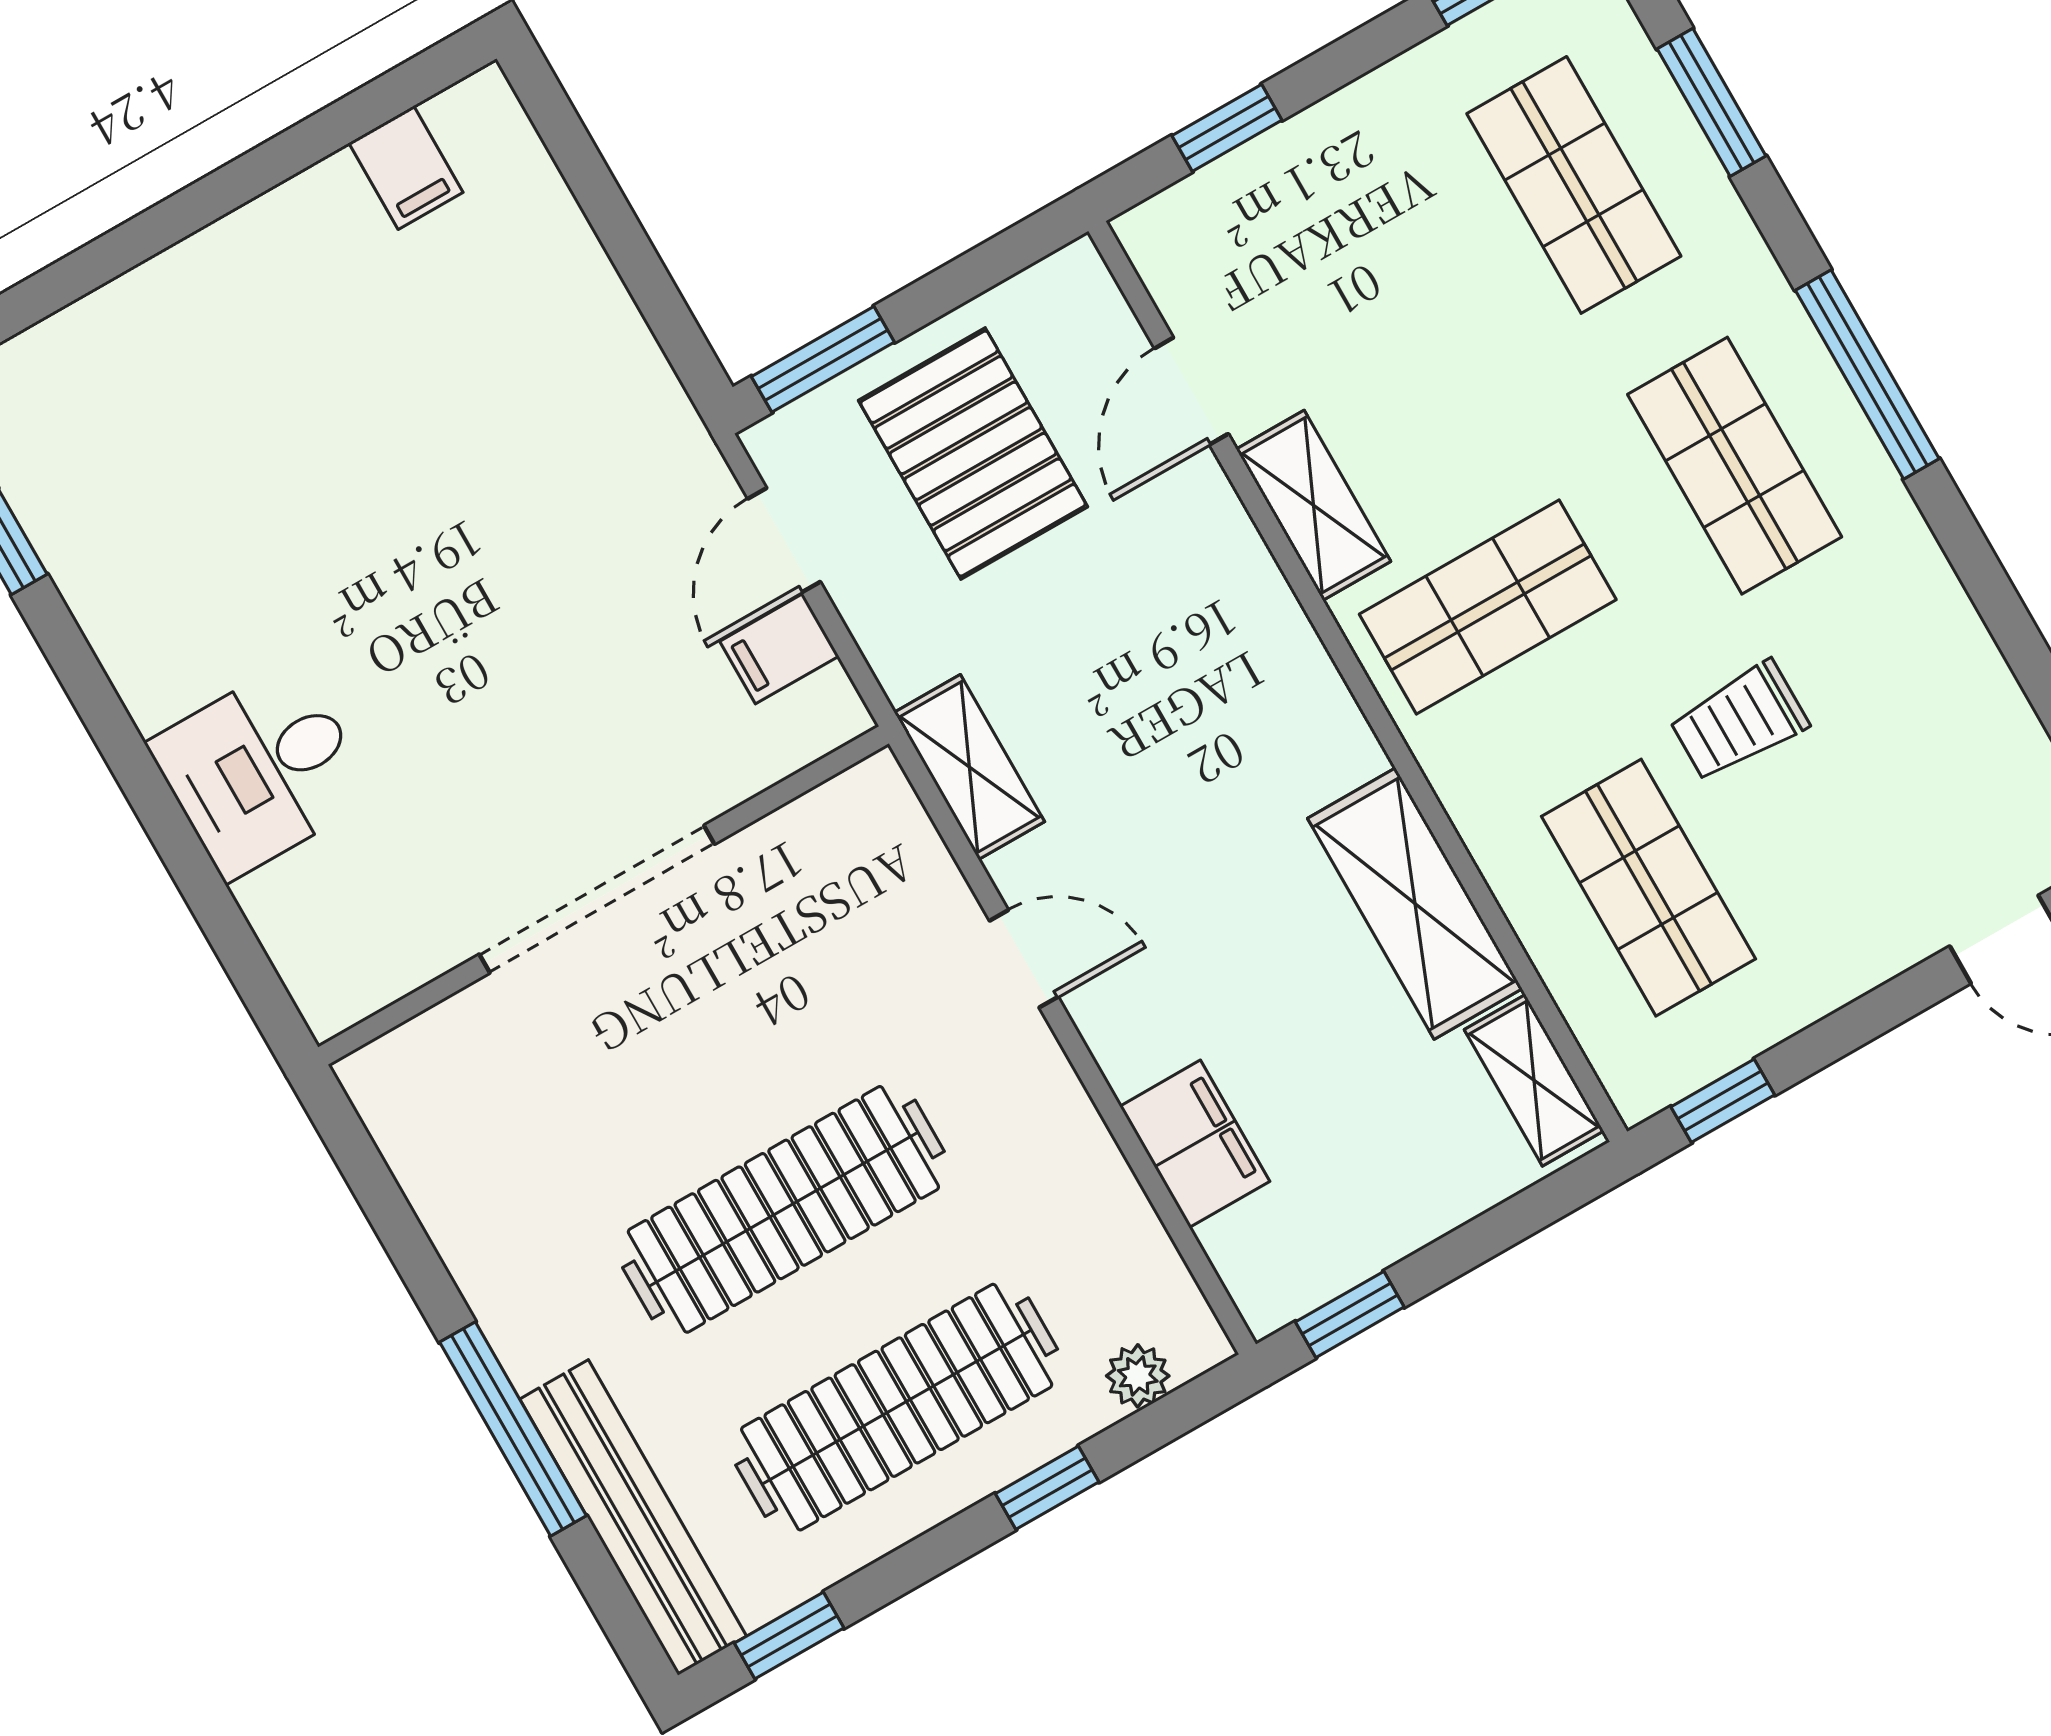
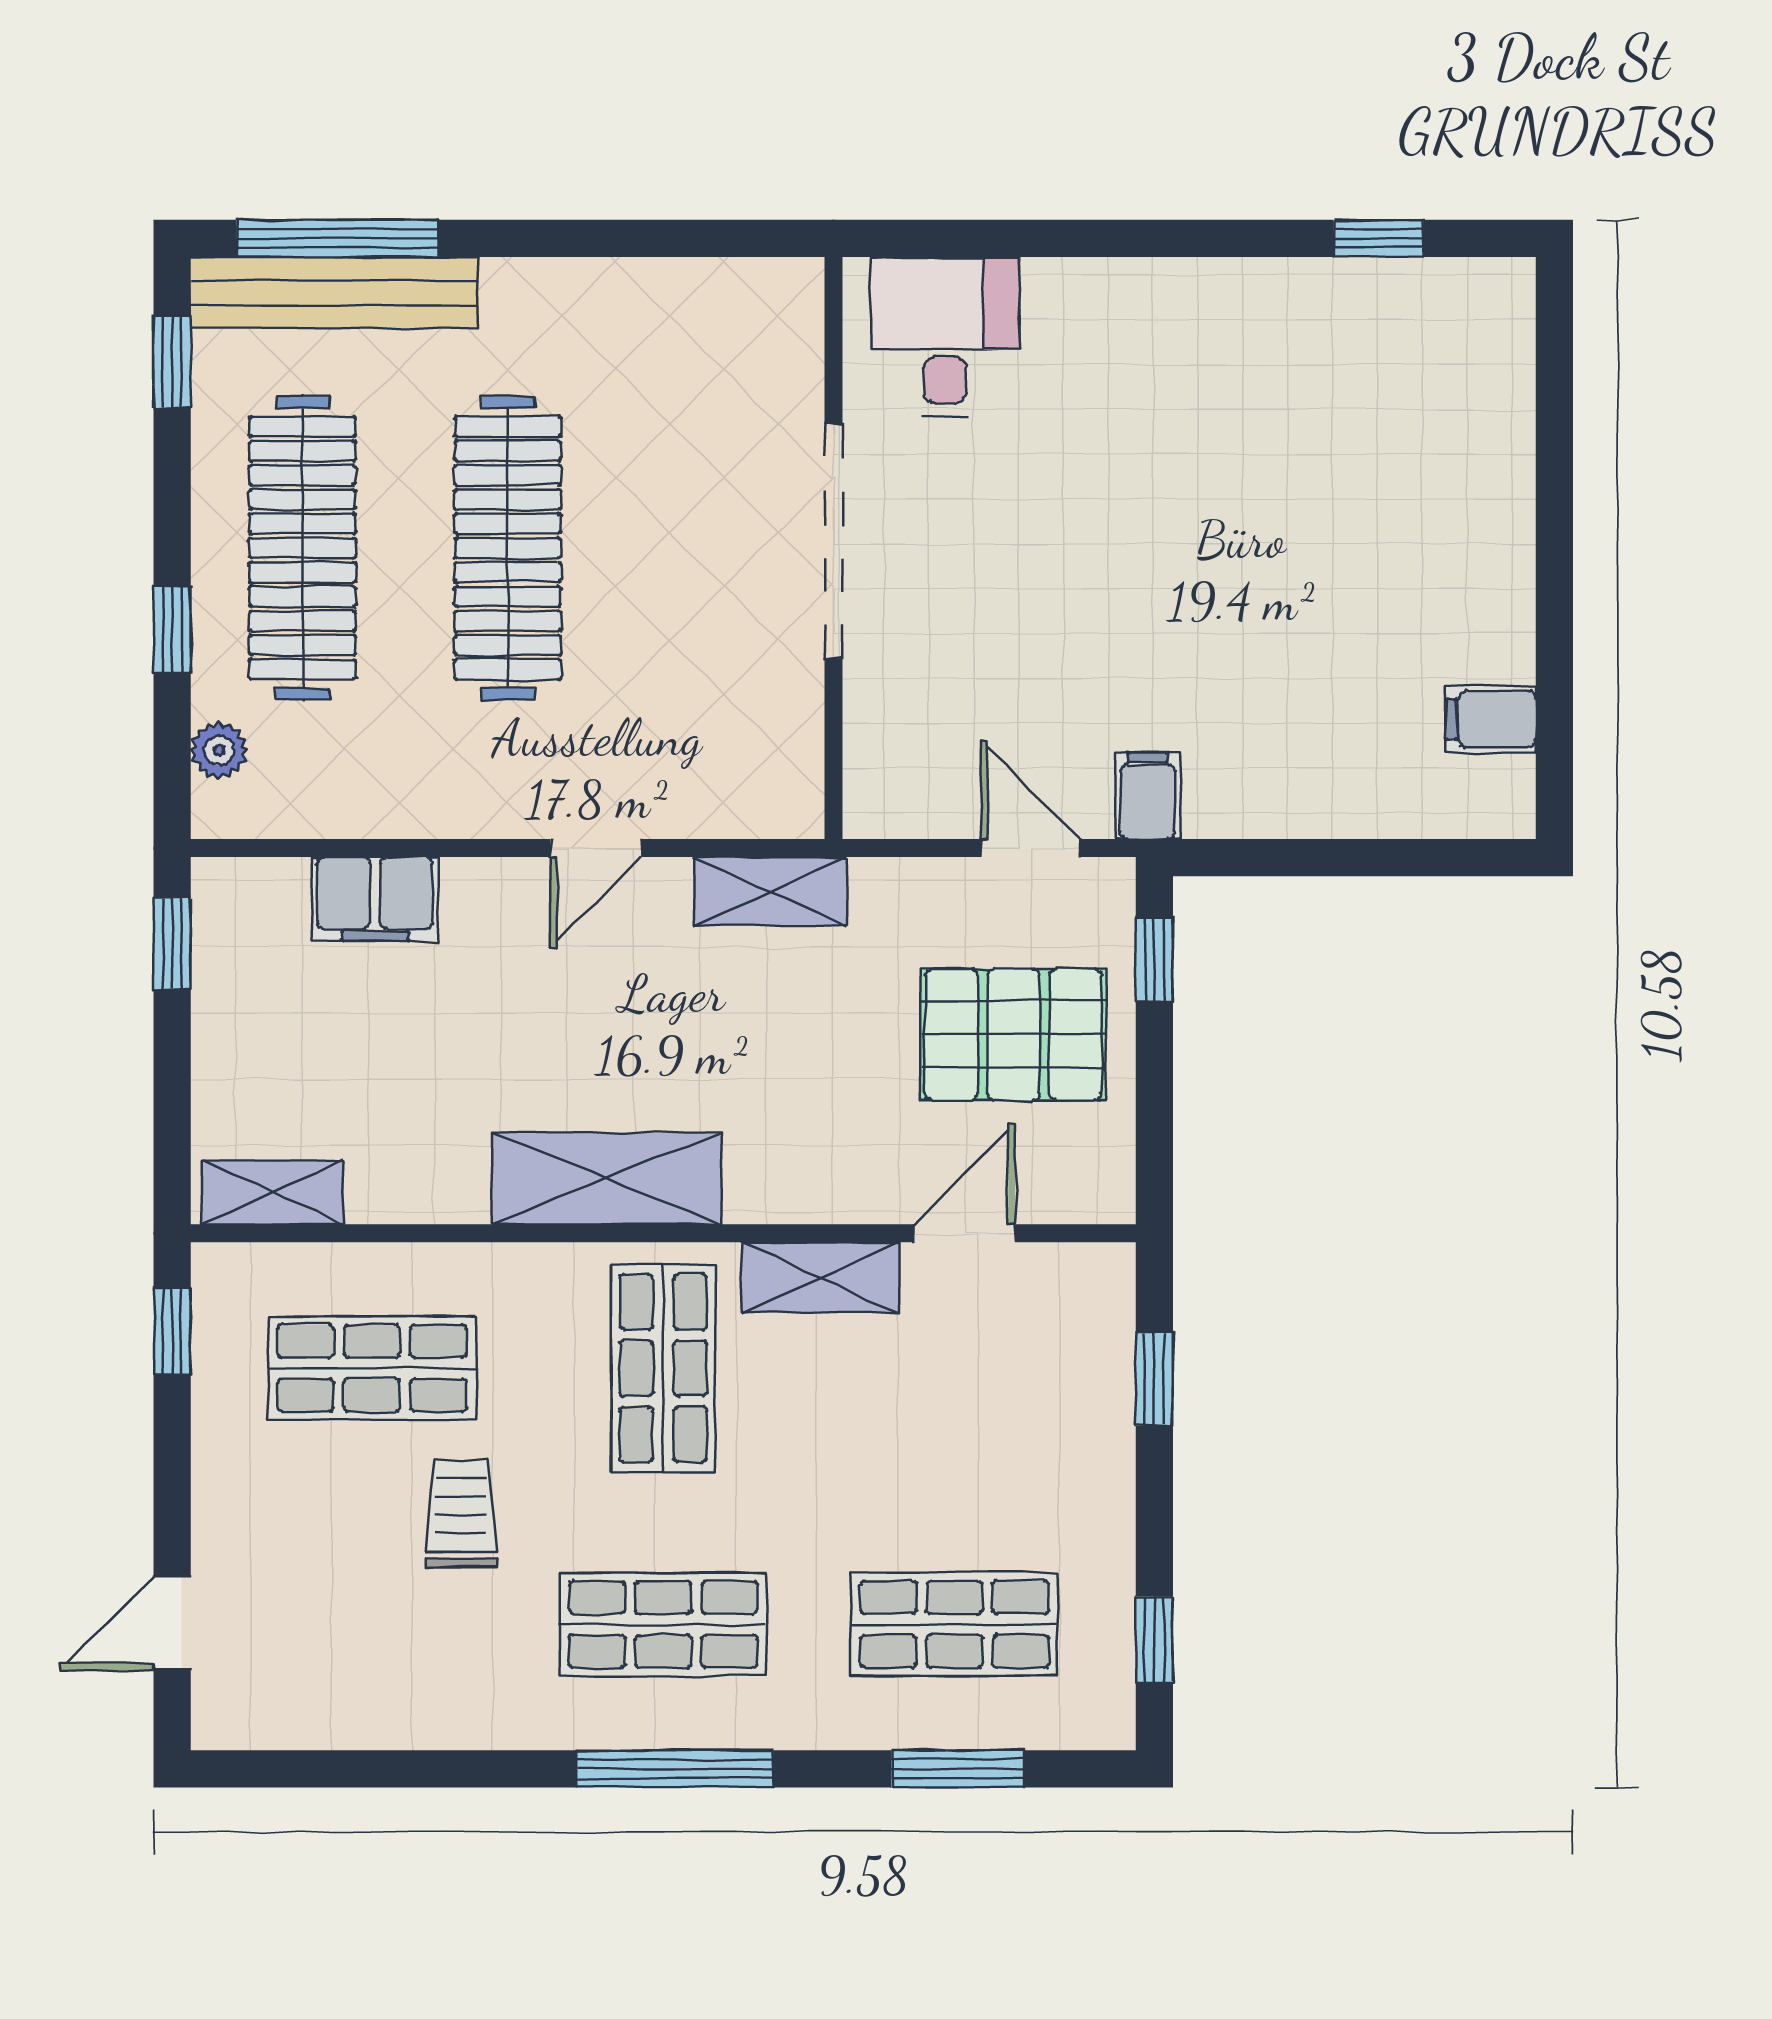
window: (823, 359) -> (1154, 959), width x0.67
door: (1192, 391) -> (965, 1233), hinge flipped
filing cabinet: (779, 649) -> (1148, 796), moved
desk: (261, 770) -> (945, 337), moved
shelving: (1415, 903) -> (607, 1179), moved
window: (513, 1429) -> (337, 238), moved

